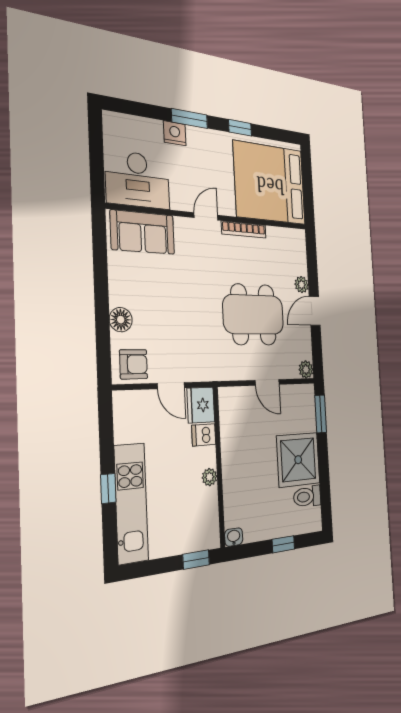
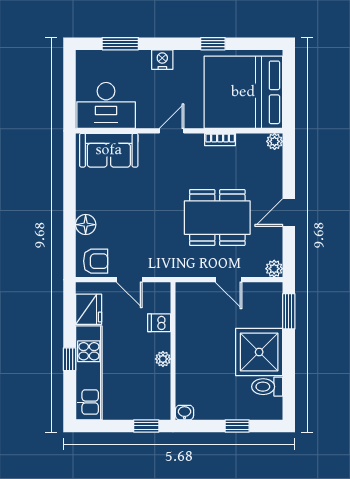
window: (190, 118) -> (120, 44), moved
nightstand: (175, 133) -> (162, 60), moved
bookcase: (244, 230) -> (220, 139), width x0.64
plant: (302, 285) -> (275, 141), moved
fridge: (201, 405) -> (89, 309), moved, turned 180

